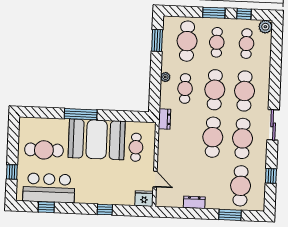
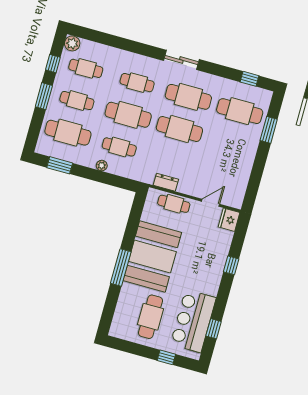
cafe table: (245, 91) -> (137, 83), width x0.73, depth x0.74
dresser: (165, 119) -> (166, 182), moved
cafe table: (136, 147) -> (174, 204), moved
window: (271, 176) -> (249, 79), moved
dresser: (194, 202) -> (246, 166), removed

